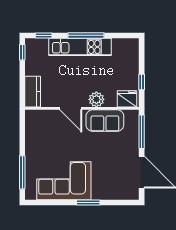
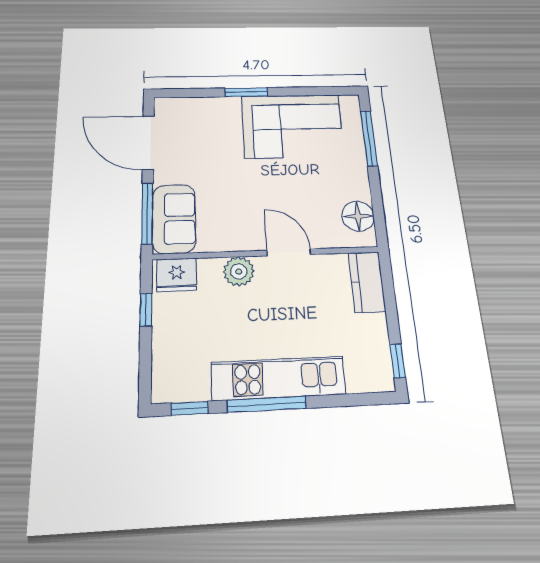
window: (44, 35) -> (190, 408), moved
sofa: (105, 121) -> (174, 219), moved, turned 90
floor lamp: (33, 127) -> (358, 216), added

